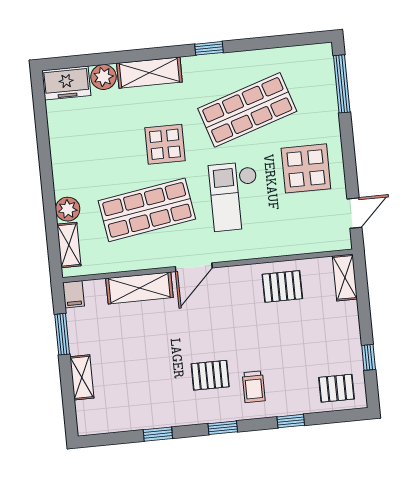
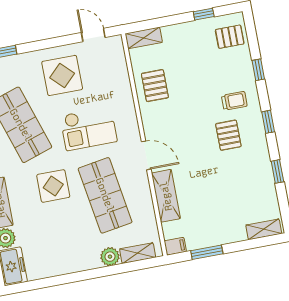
shelving: (82, 377) -> (264, 229), moved
pallet: (337, 388) -> (230, 37), turned 90

